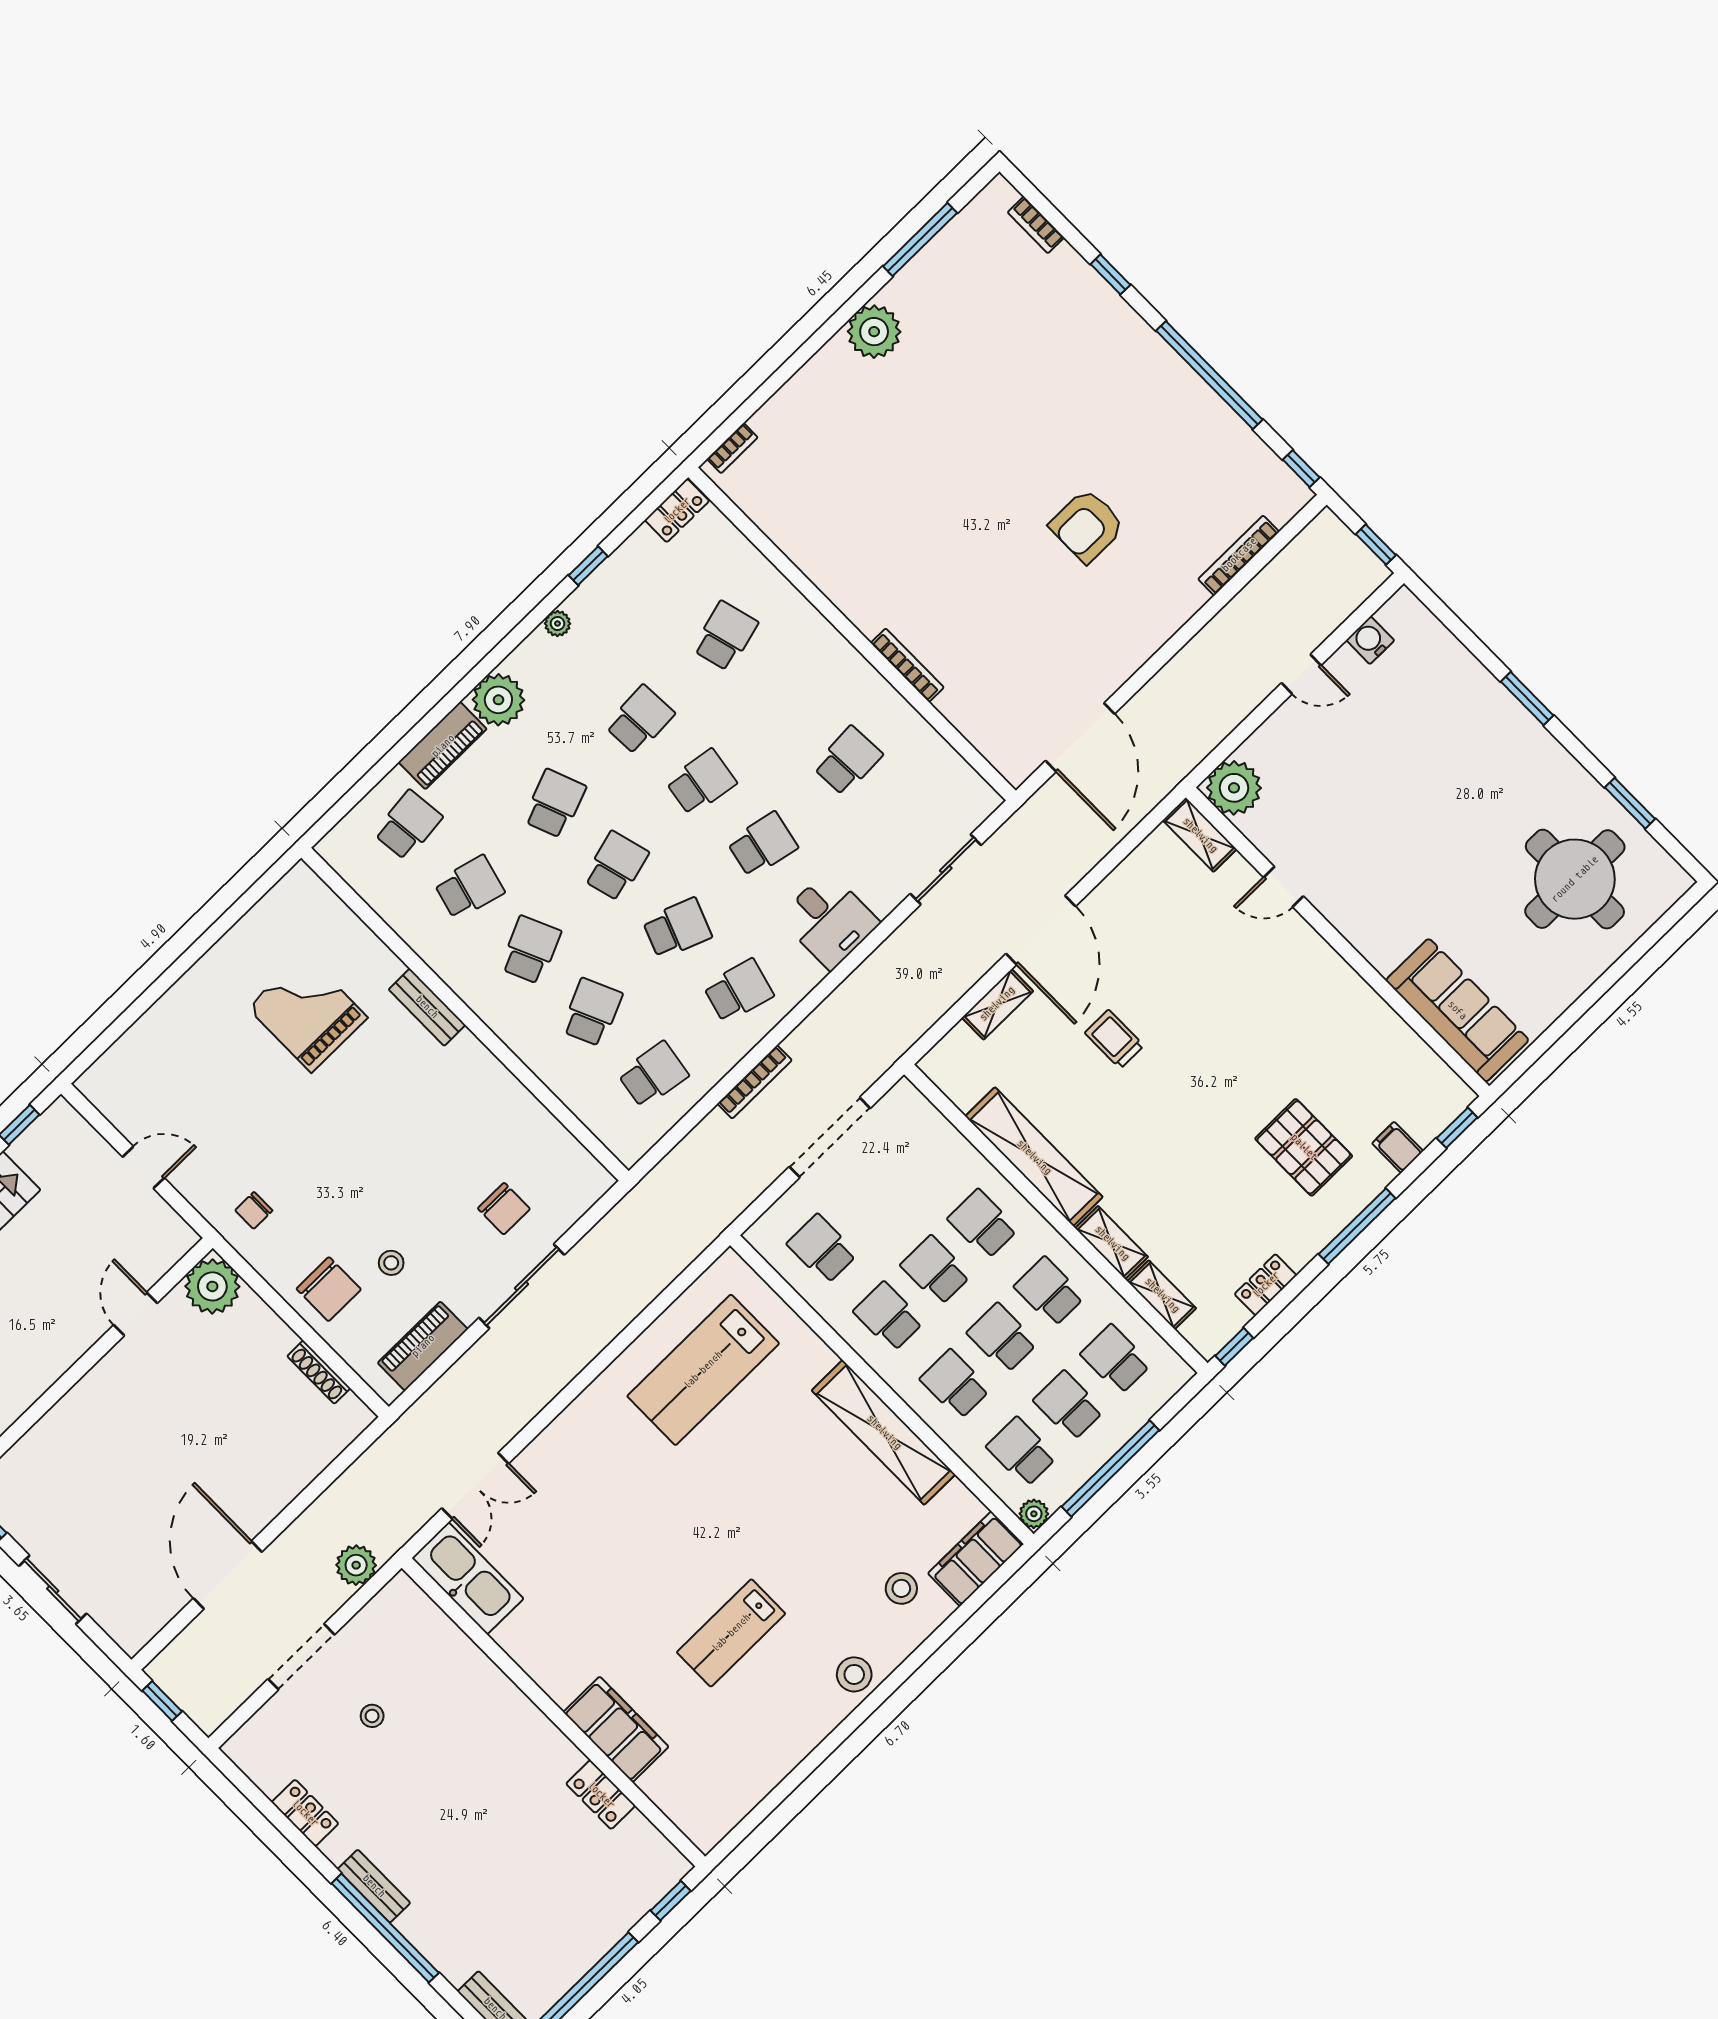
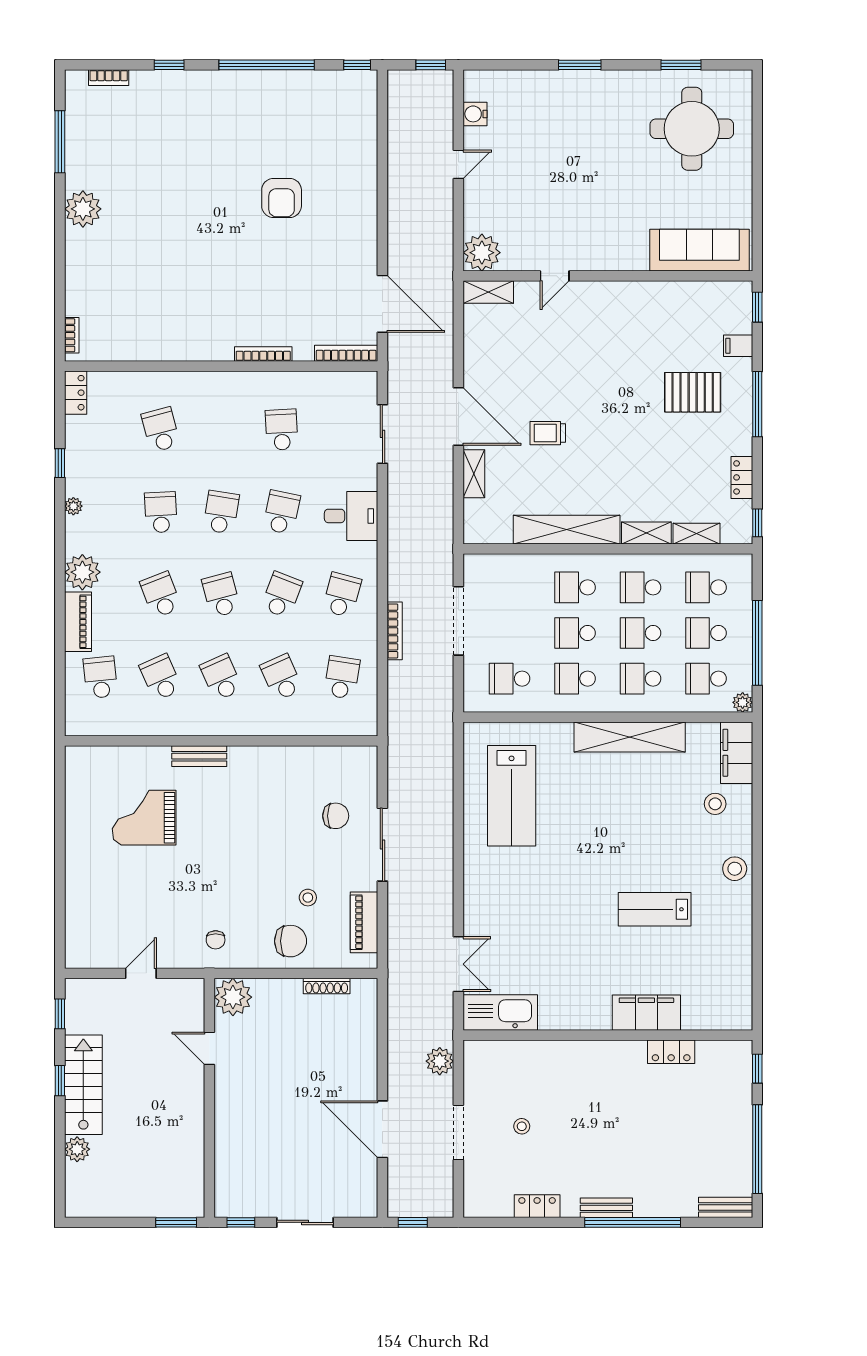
bookcase: (1239, 555) -> (346, 353), moved, turned 90
school desk: (469, 887) -> (161, 677), turned -39
lab bench: (731, 1633) -> (655, 909), turned 90

